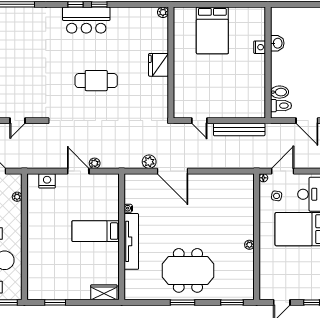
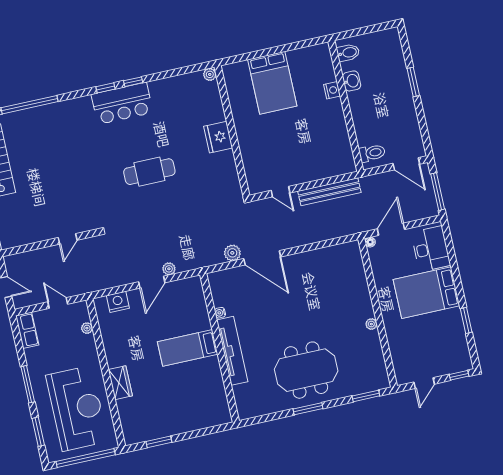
bidet: (280, 92) -> (348, 53), moved
door: (78, 171) -> (152, 282), swing flipped
side table: (277, 196) -> (390, 260), removed
wardrobe: (104, 292) -> (120, 383), moved, turned 90

